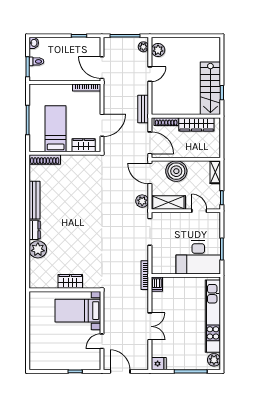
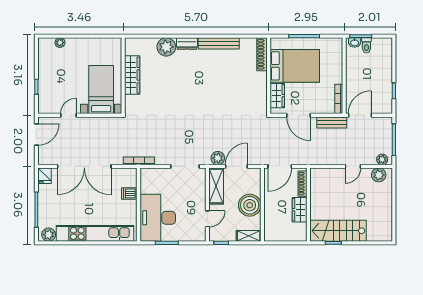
washbasin: (34, 43) -> (355, 43), moved
door: (150, 74) -> (353, 166), hinge flipped
bench: (143, 109) -> (332, 122), moved
wardrobe: (196, 124) -> (300, 210), width x0.67
bed: (56, 129) -> (295, 66), width x1.50
boiler: (176, 171) -> (250, 205), moved
door: (150, 174) -> (236, 166), moved
wardrobe: (70, 281) -> (132, 75), width x1.50
dishwasher: (157, 284) -> (129, 193), moved
double door: (150, 326) -> (84, 166), width x1.87
door: (102, 341) -> (68, 115), hinge flipped
plant: (34, 349) -> (60, 43), added

